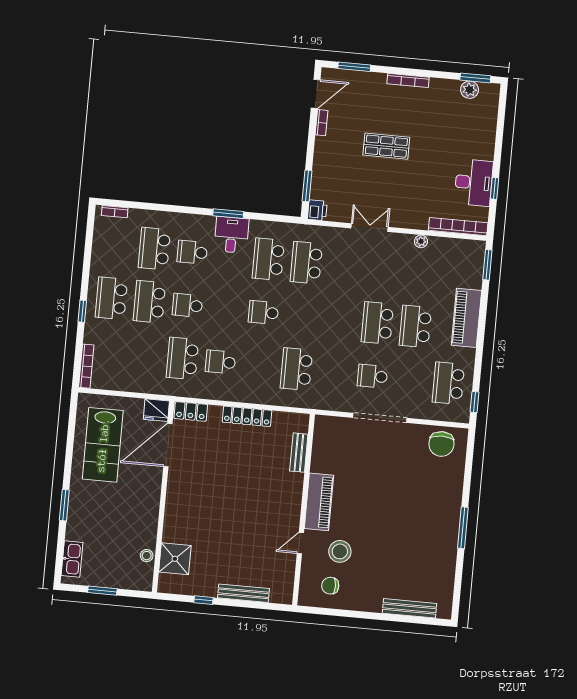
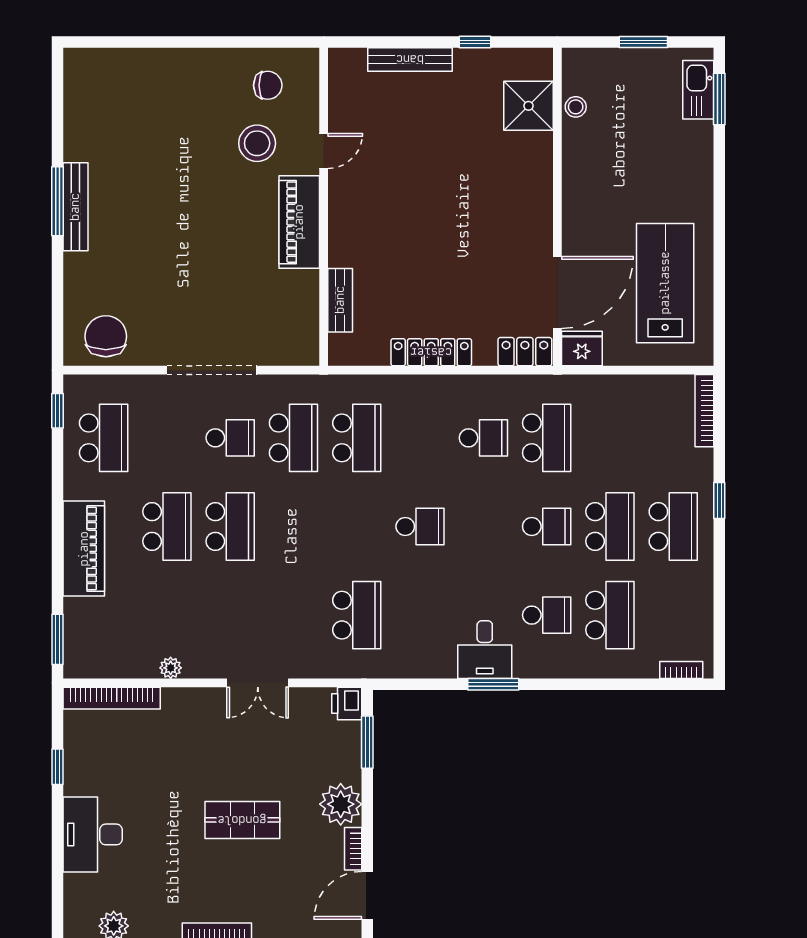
plant: (326, 150) -> (341, 804), added
desk: (474, 183) -> (93, 834), moved
school desk: (268, 259) -> (293, 438), moved
window: (64, 505) -> (719, 99), moved
bench: (409, 608) -> (75, 207), moved, turned 90

